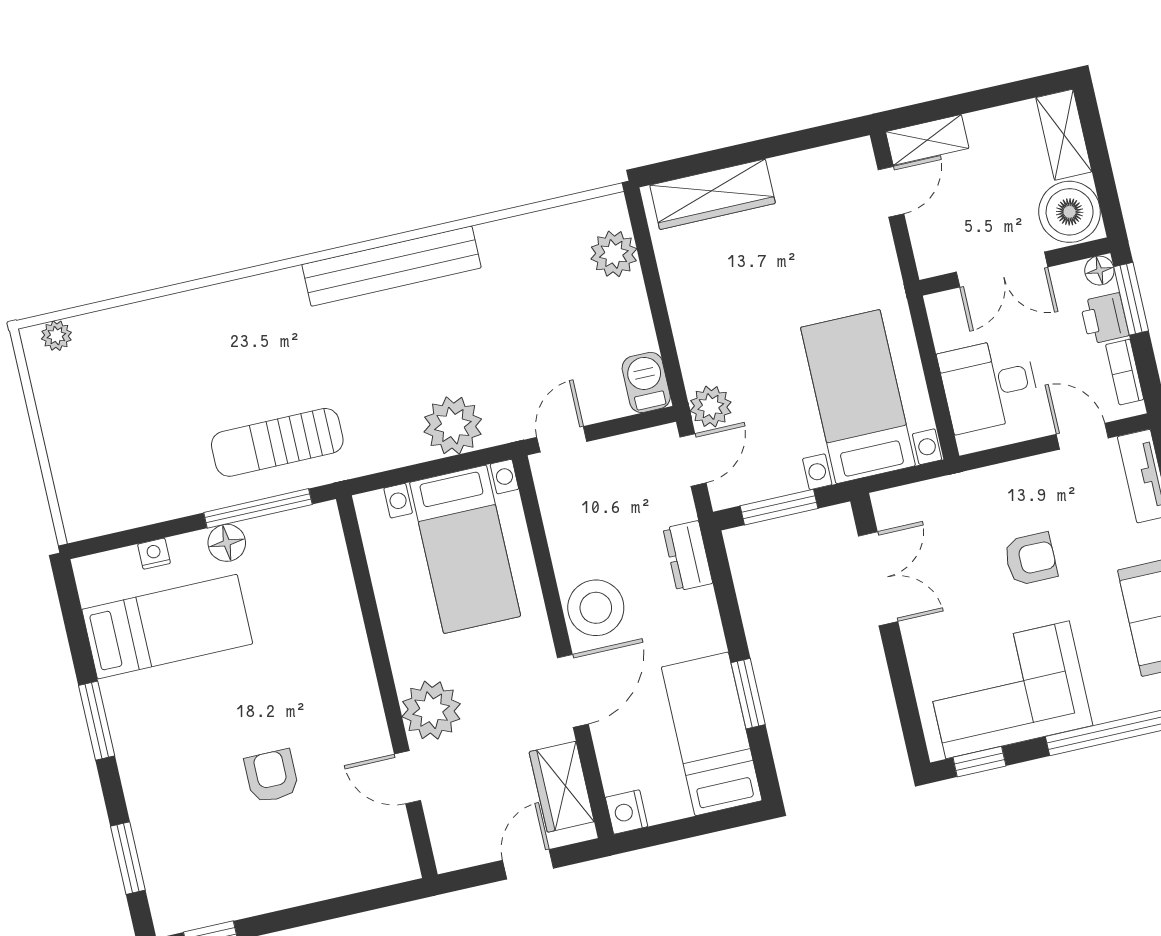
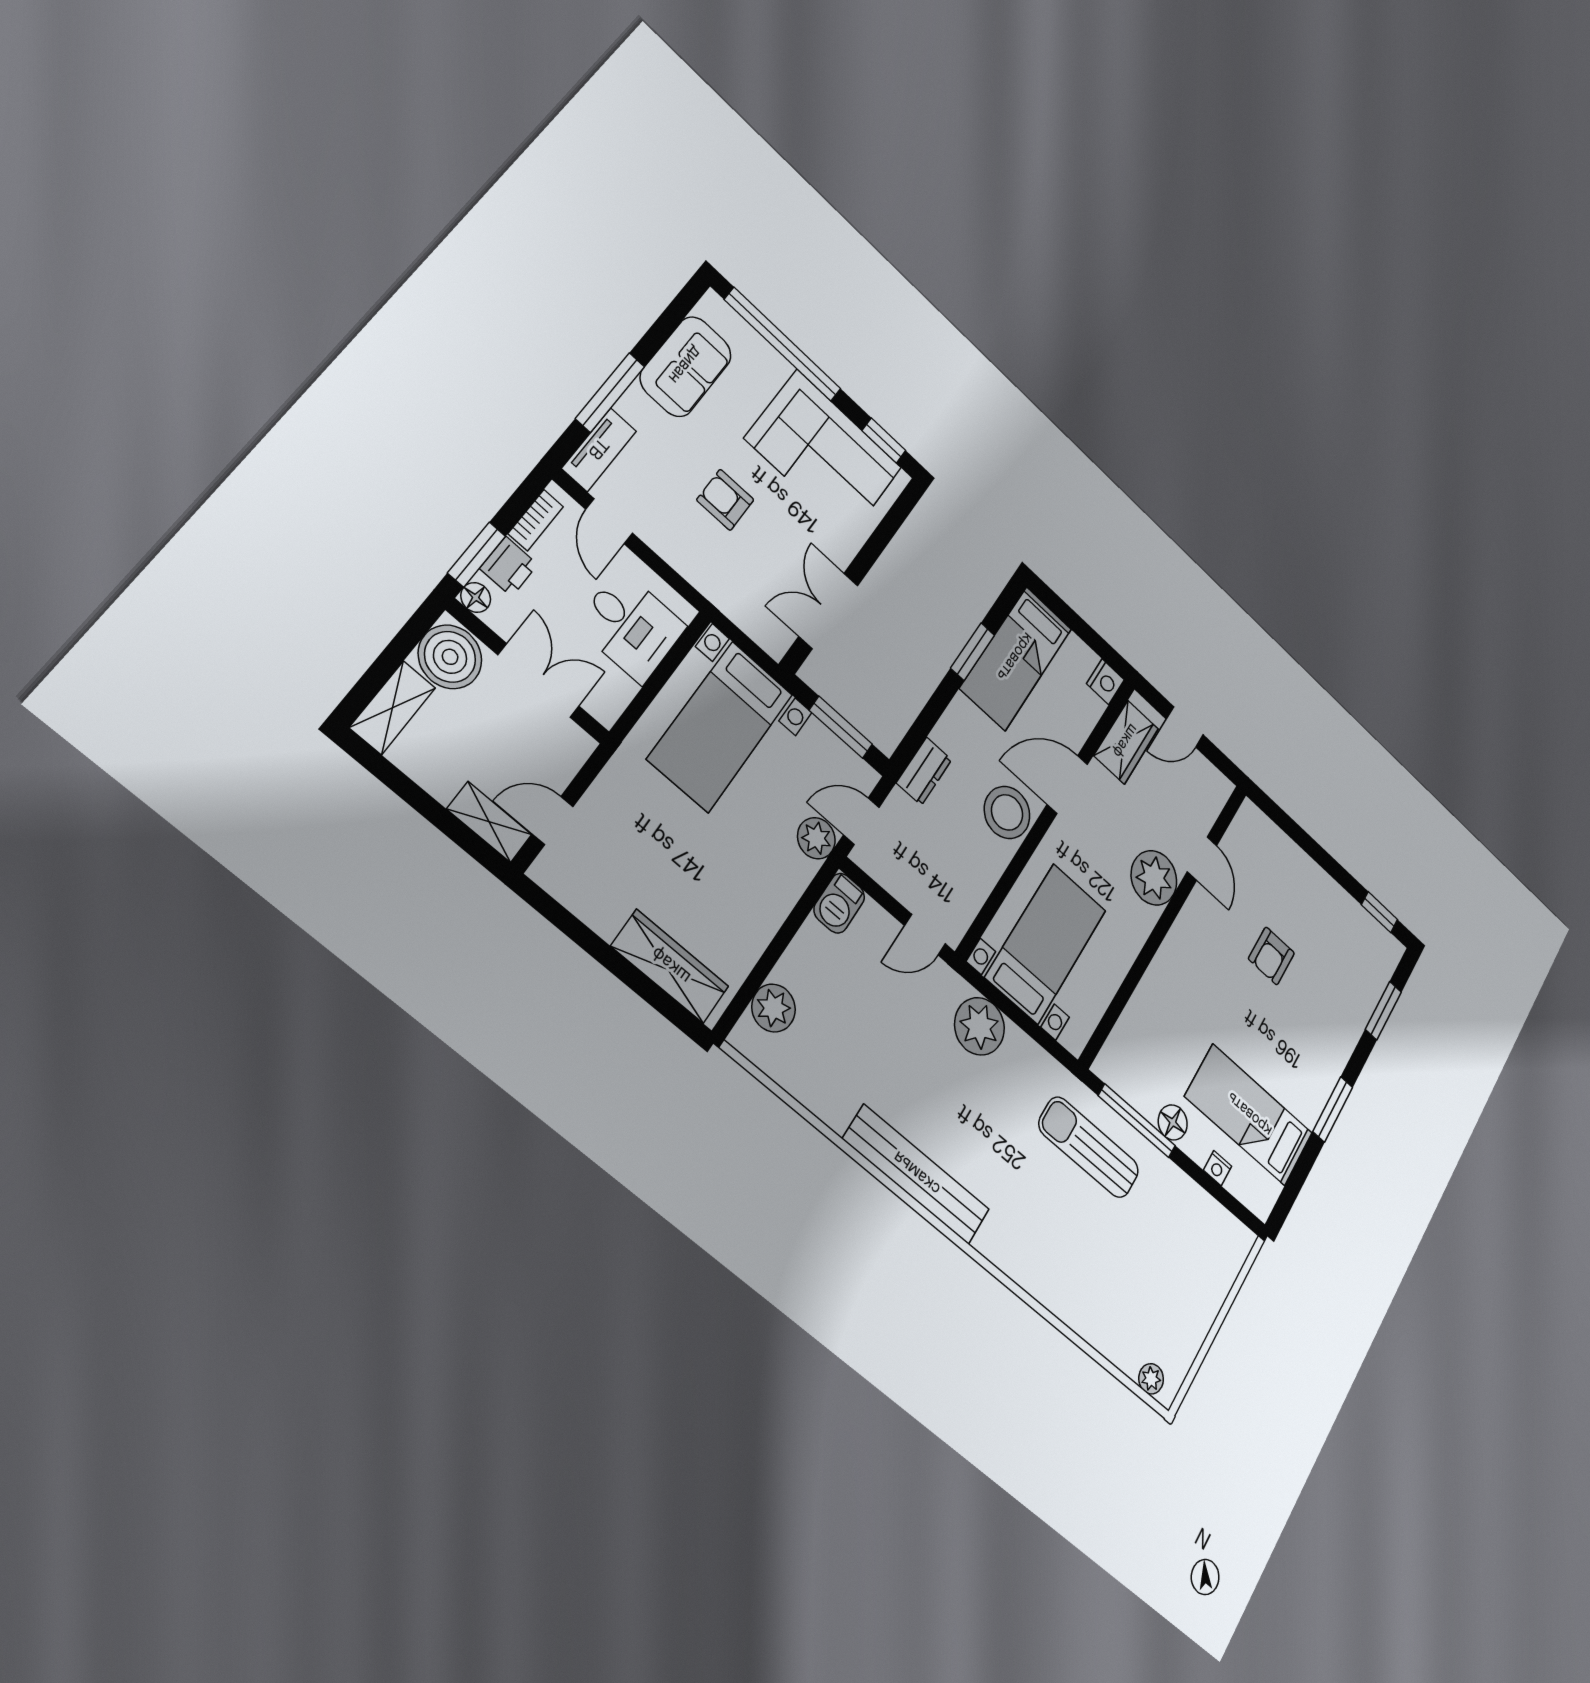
sun lounger: (277, 442) -> (1089, 1147), turned 180

